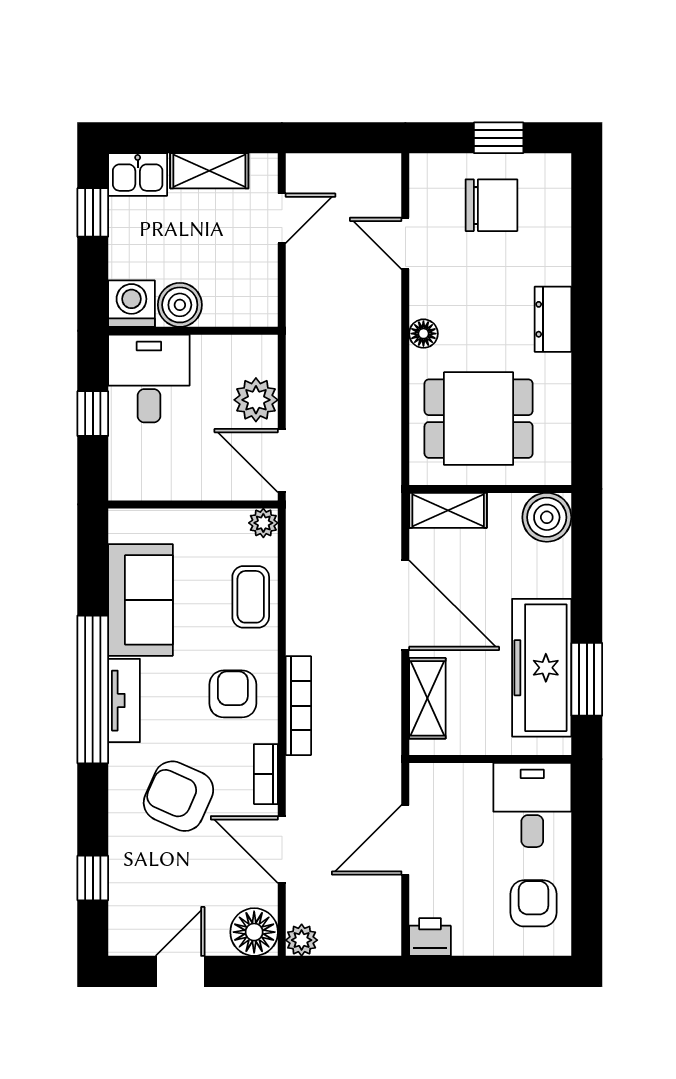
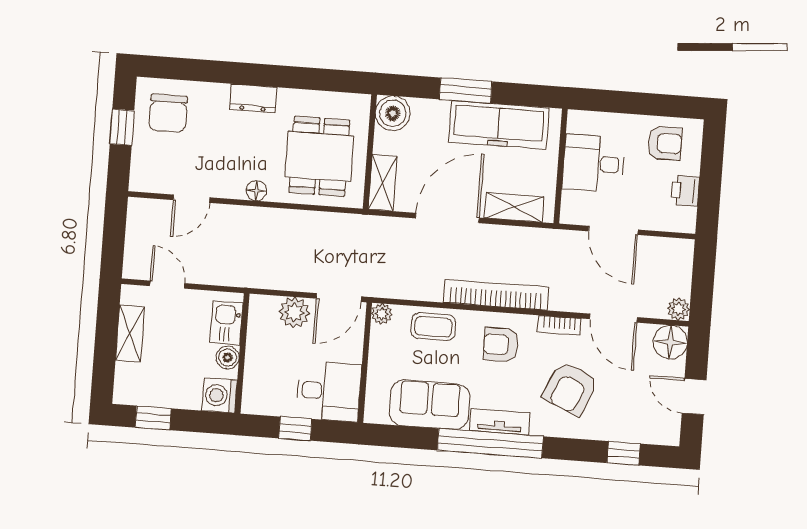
kitchen sink: (138, 175) -> (227, 323), moved, turned 180
chair: (491, 205) -> (168, 113), moved, turned 180
boiler: (180, 305) -> (228, 357), width x0.73, depth x0.73
desk: (149, 379) -> (329, 391), moved, turned 180
window: (587, 679) -> (466, 90), moved
bookcase: (298, 706) -> (496, 295), width x1.48, depth x1.31
desk: (532, 805) -> (593, 163), moved
door: (282, 850) -> (614, 318), hinge flipped
armchair: (534, 903) -> (665, 143), turned 180
printer: (430, 937) -> (685, 191), moved

